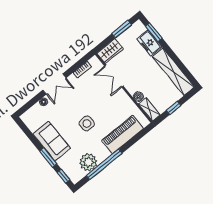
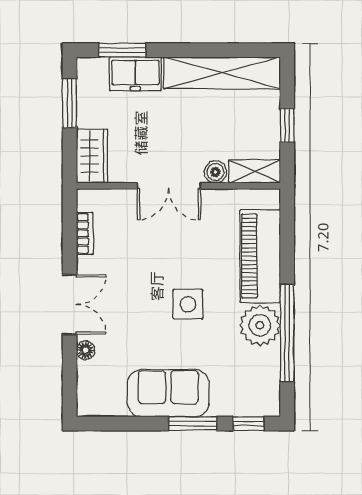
double door: (114, 76) -> (169, 186), moved
plant: (88, 162) -> (260, 325), moved

